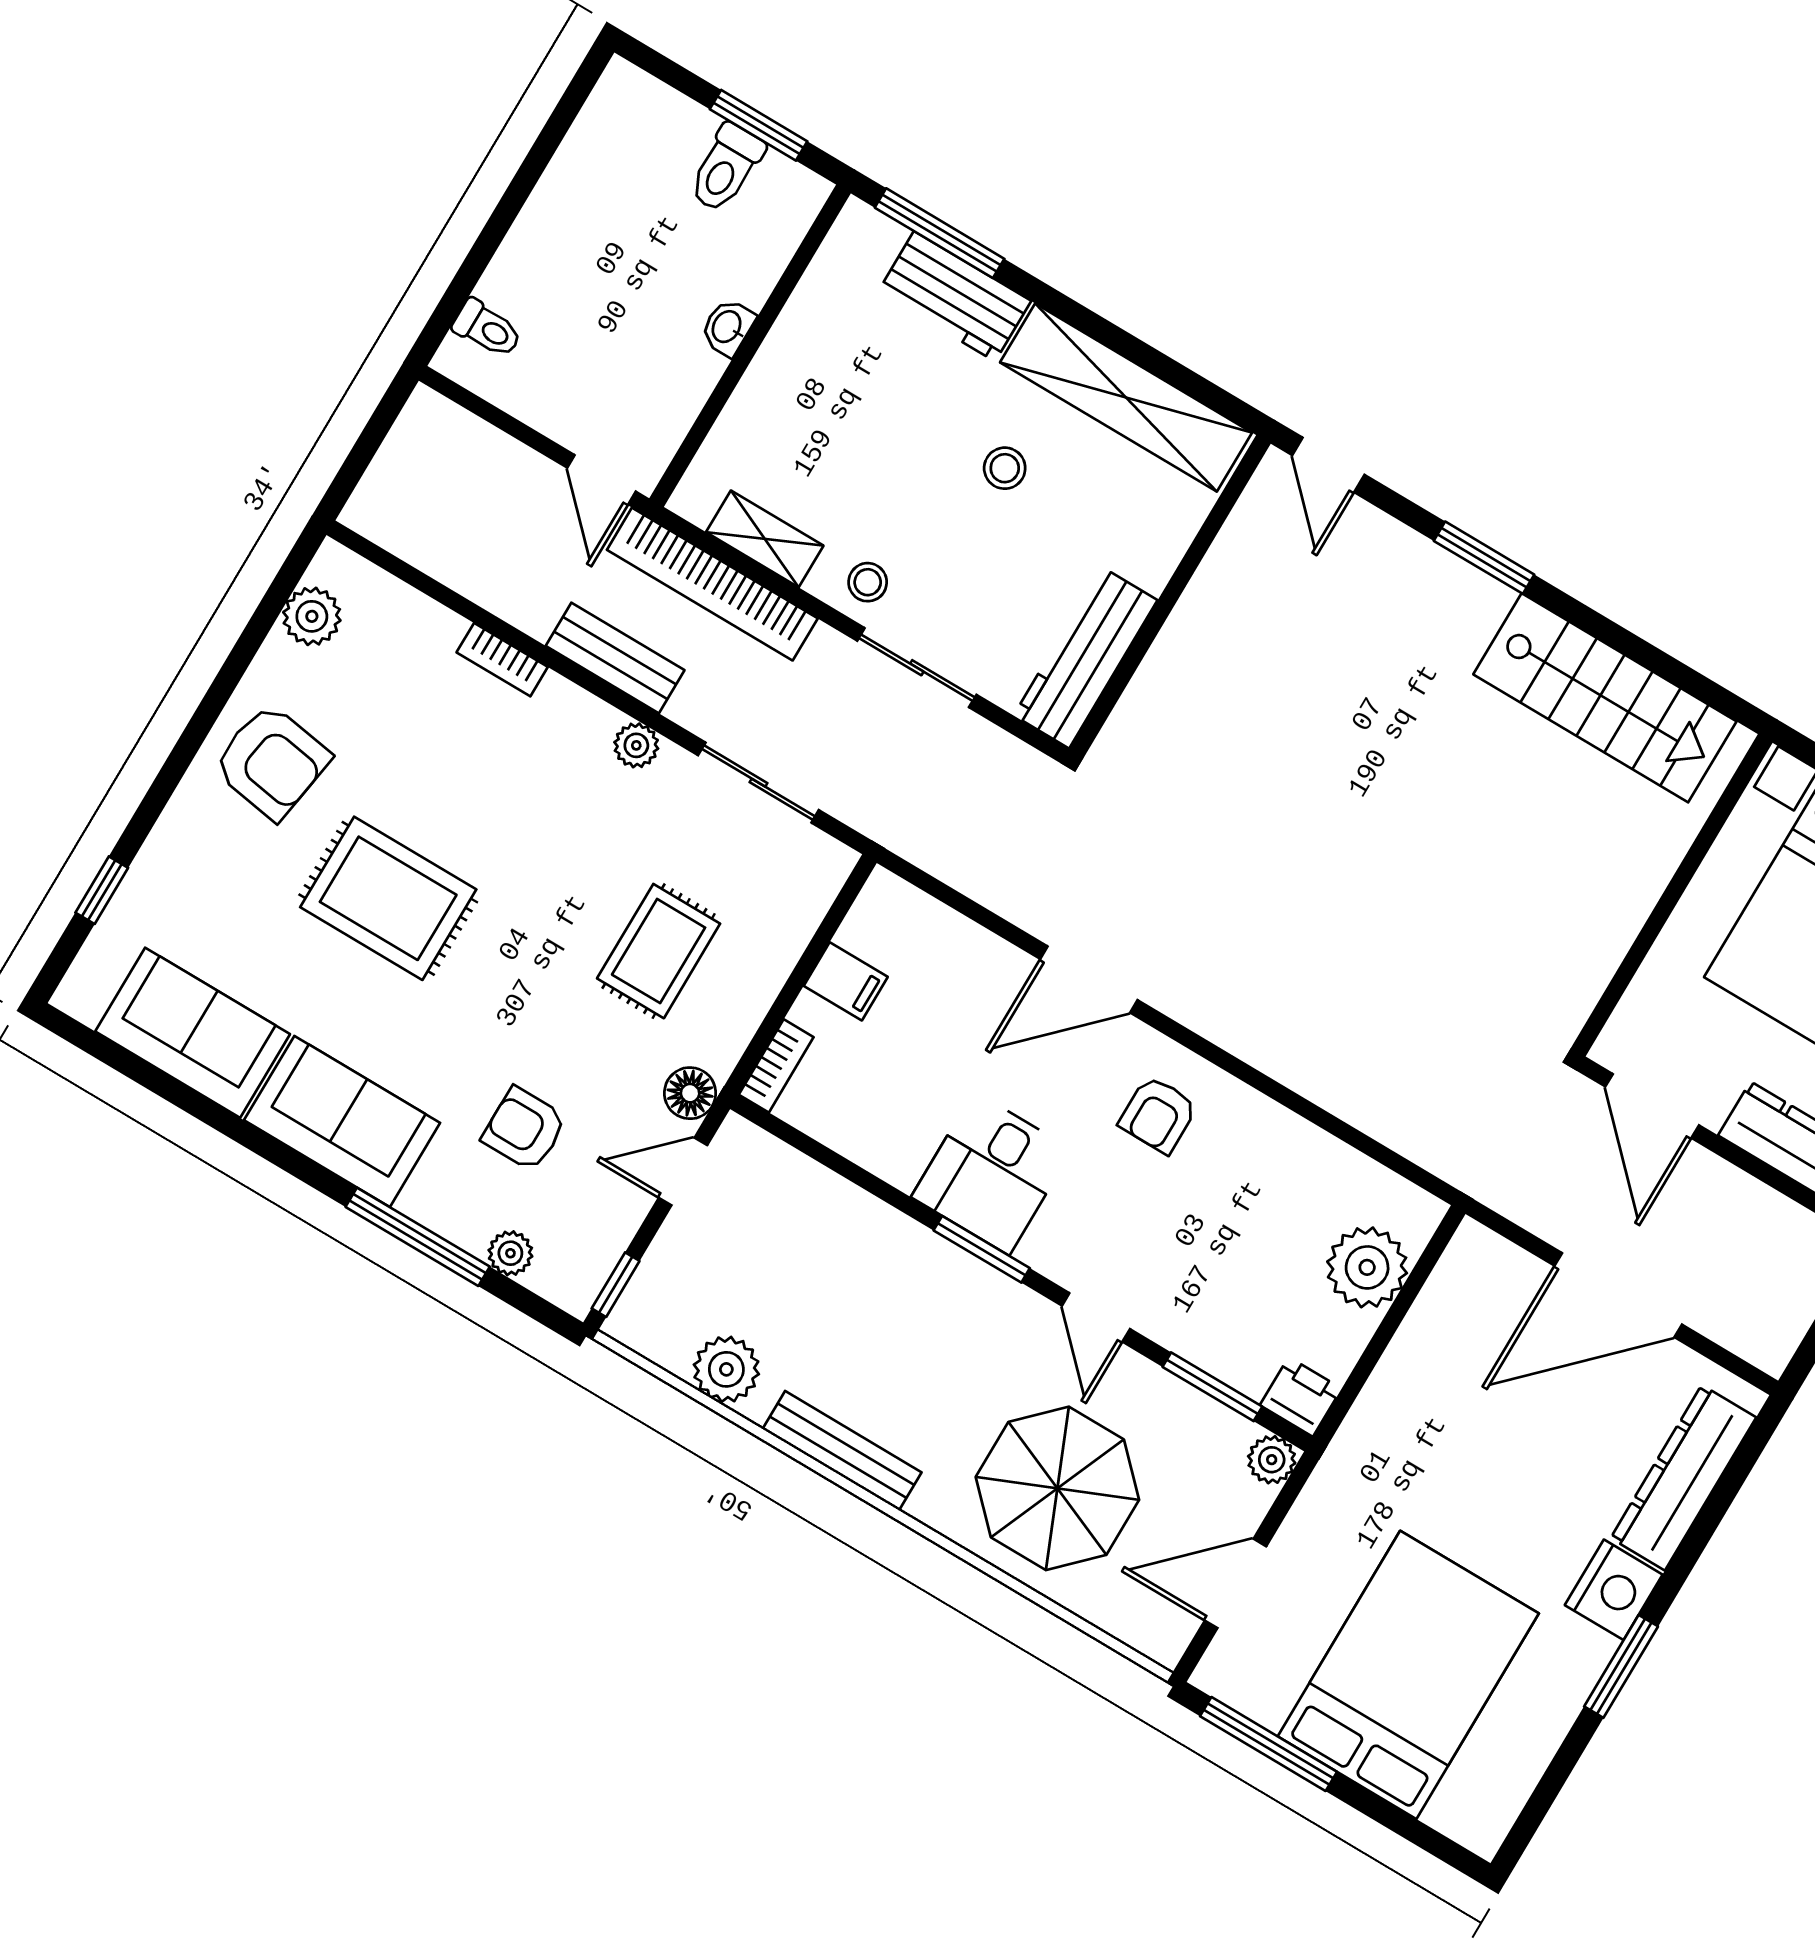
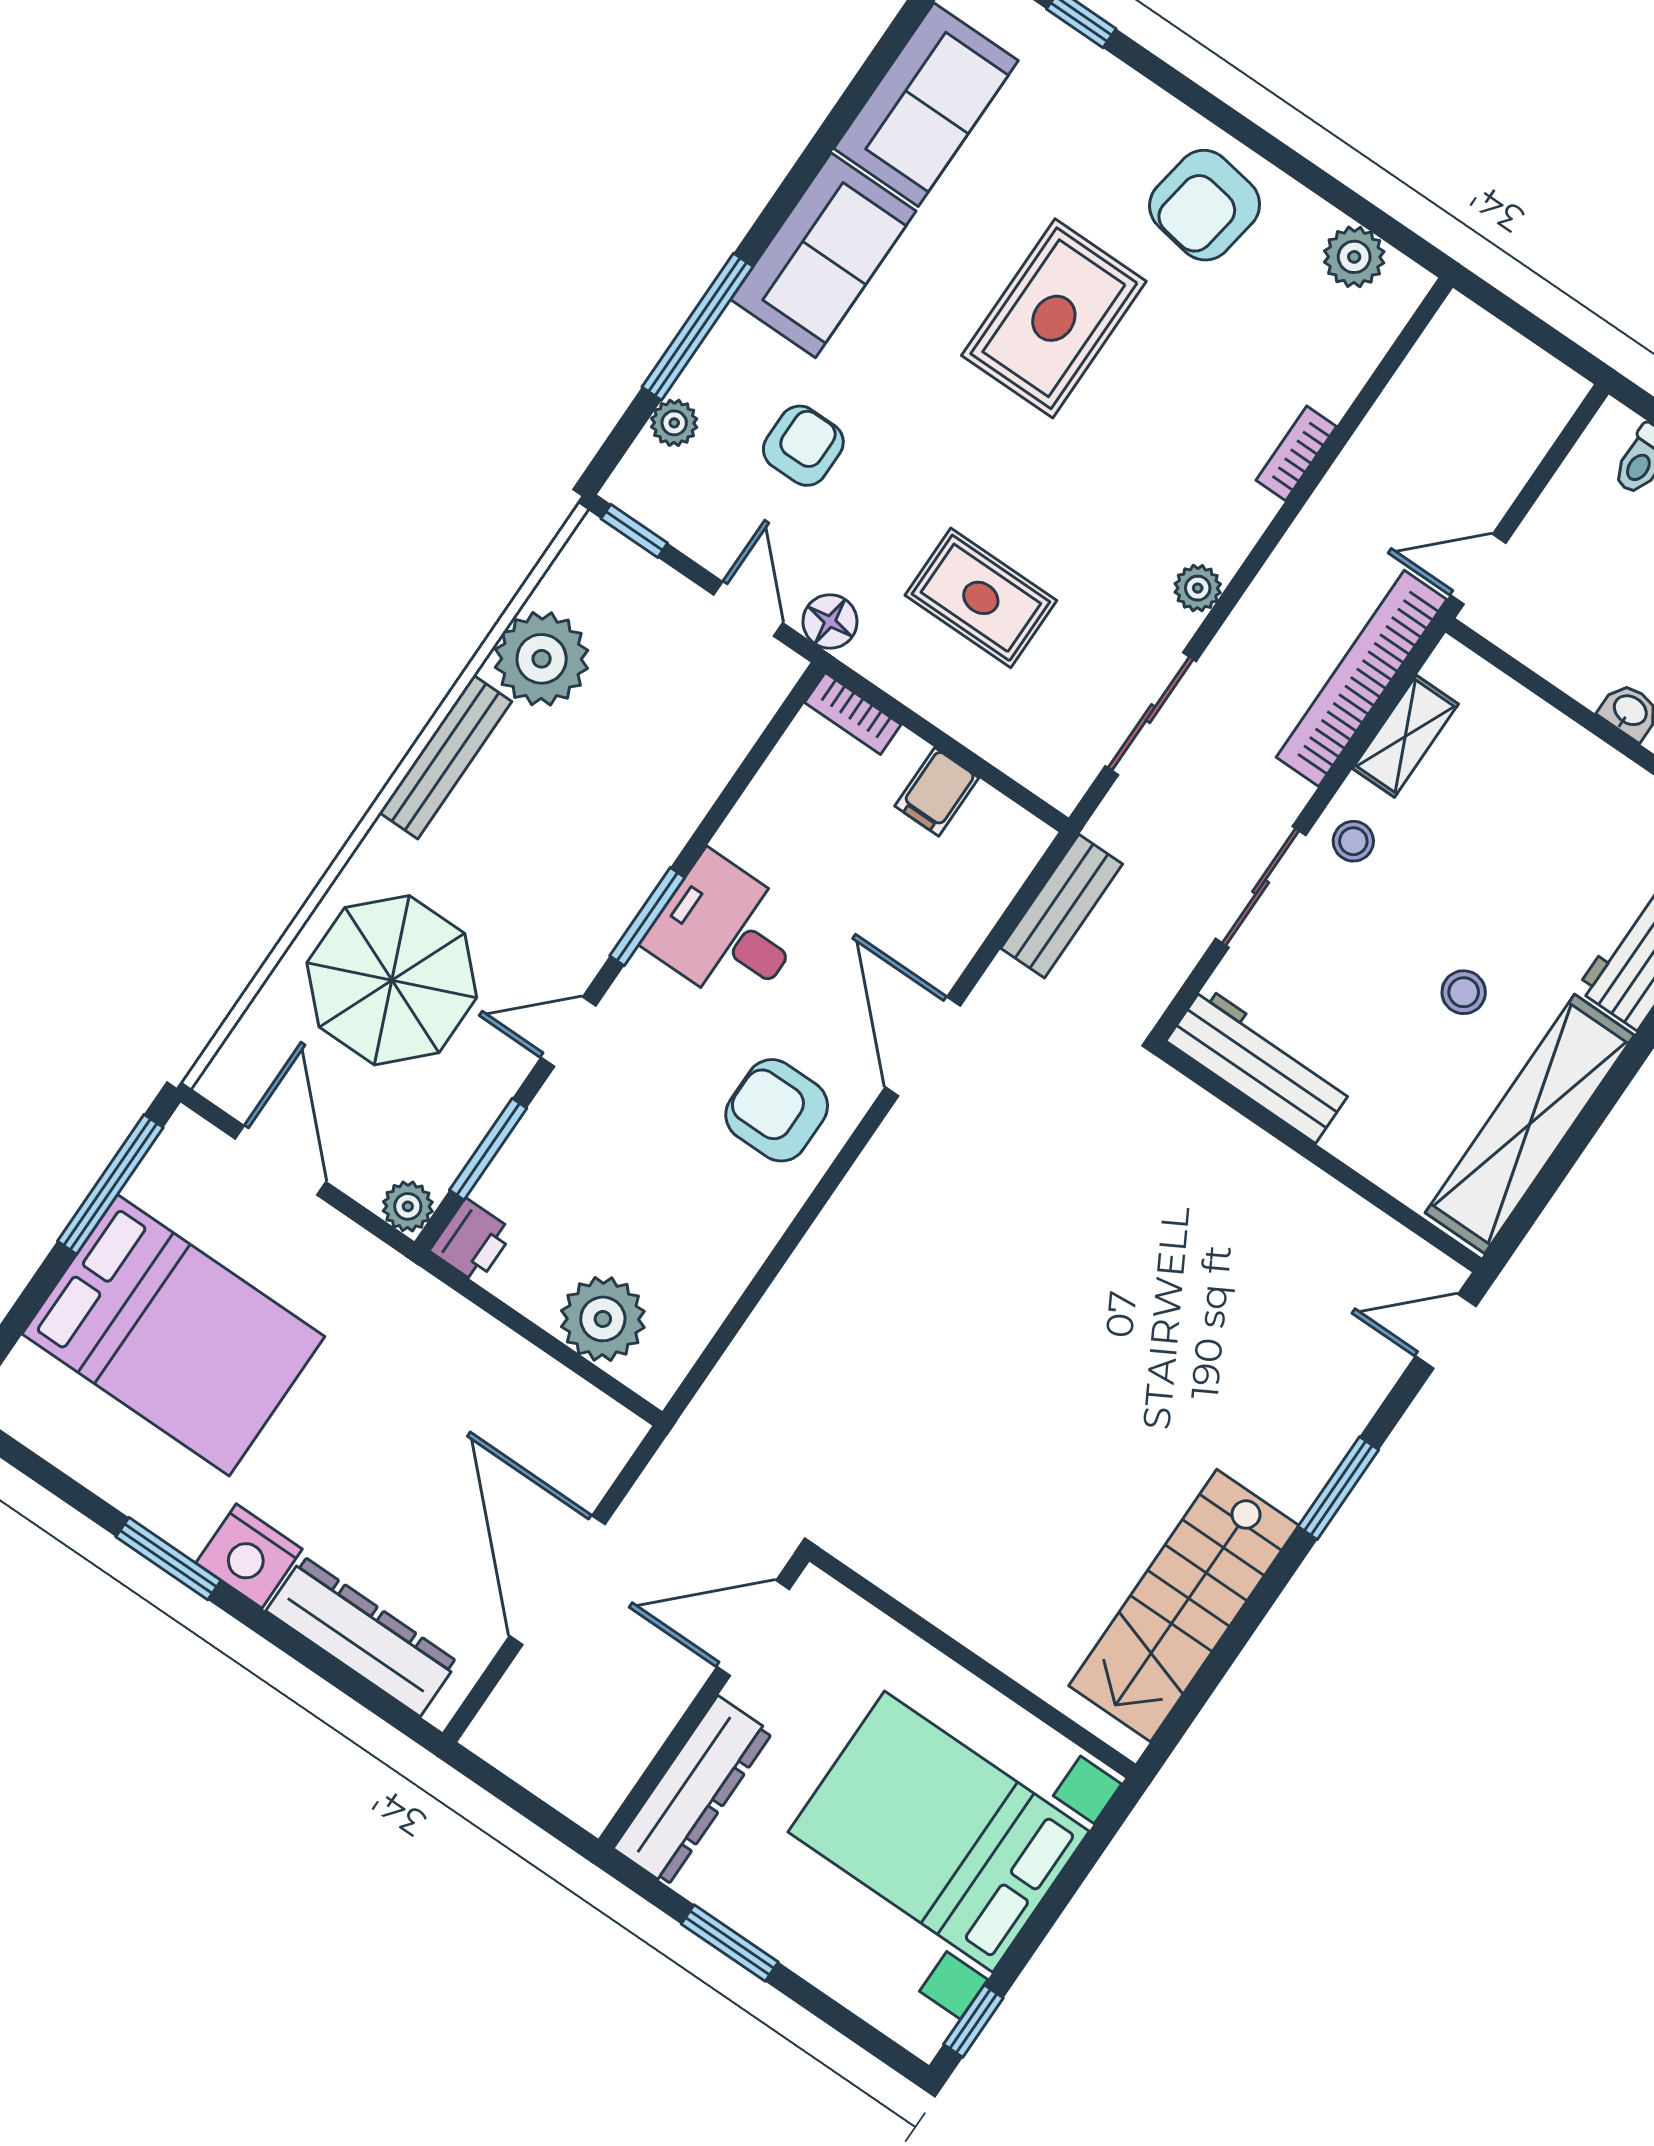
bench: (615, 658) -> (1062, 906), moved
armchair: (1158, 1115) -> (777, 1110), width x1.38, depth x1.38
plant: (726, 1369) -> (542, 659), width x1.36, depth x1.36

